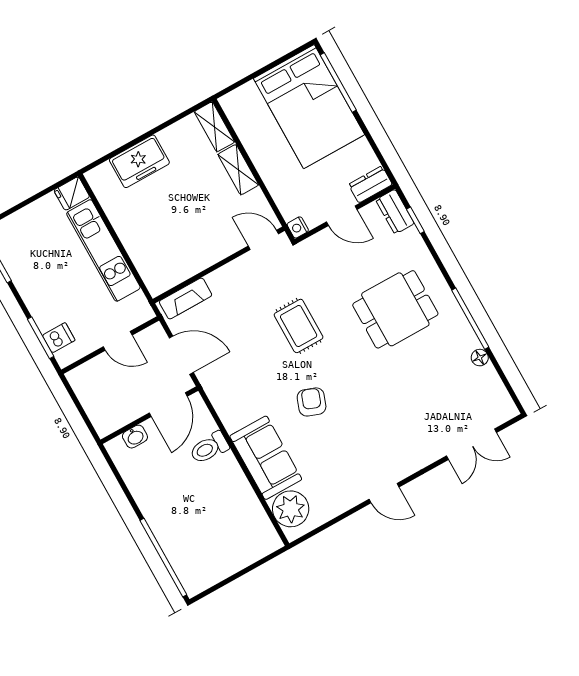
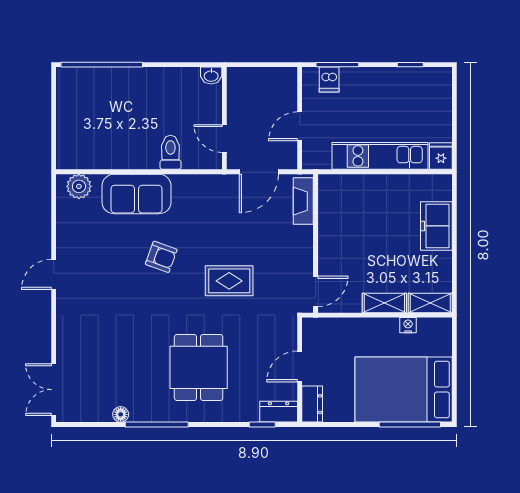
nightstand: (298, 227) -> (408, 325), moved
door: (168, 405) -> (224, 139), width x0.73
washbasin: (135, 437) -> (211, 76), moved, turned -90
double door: (471, 444) -> (54, 390), moved
plant: (291, 509) -> (79, 186), width x0.73, depth x0.73

